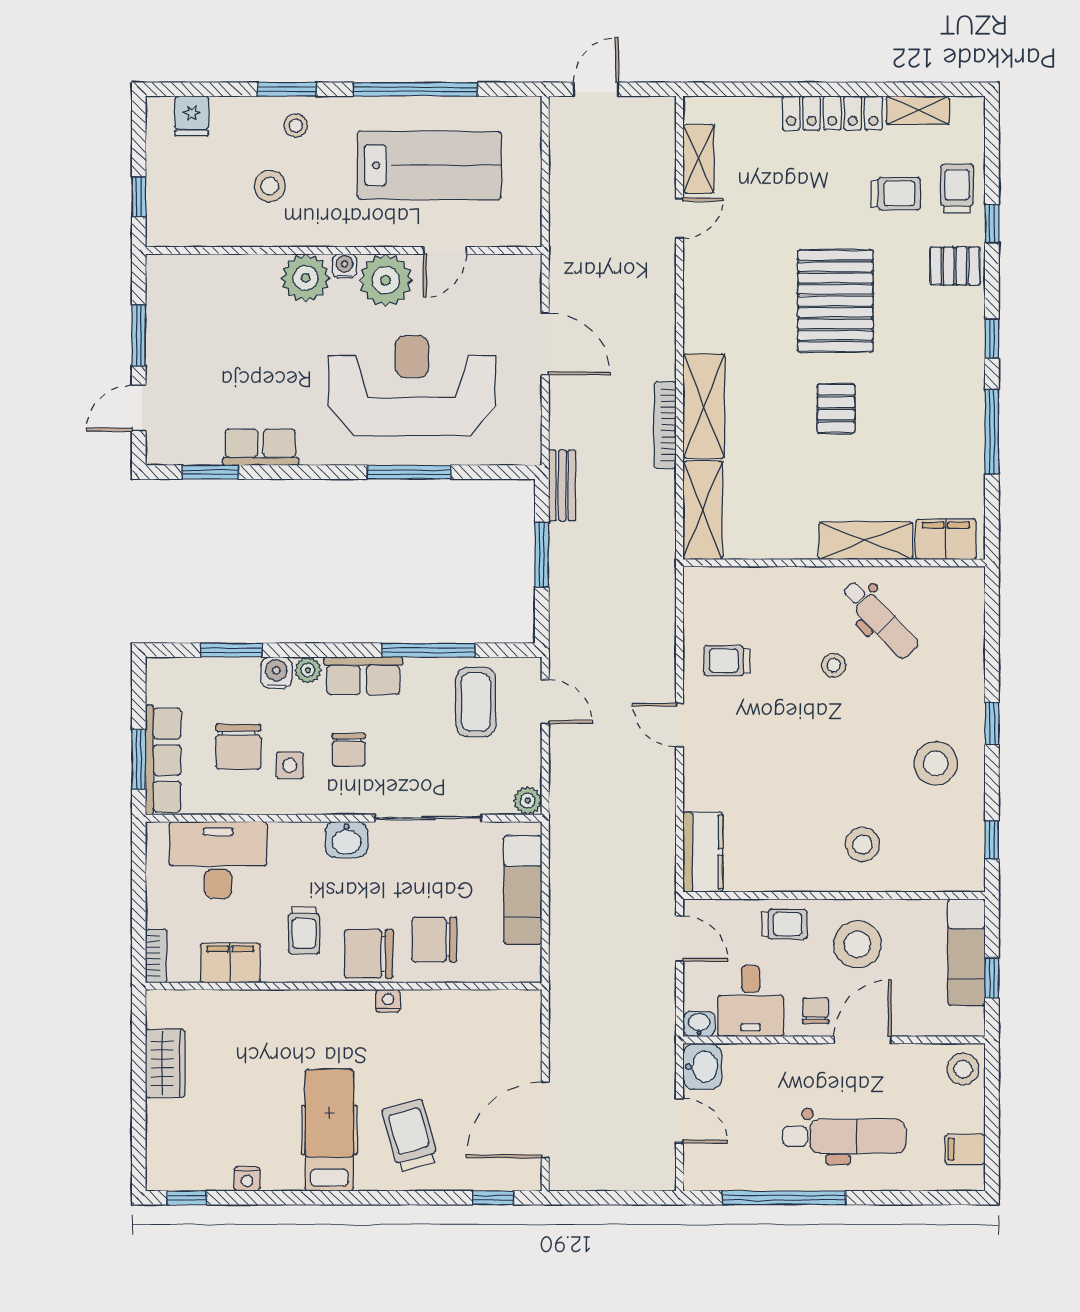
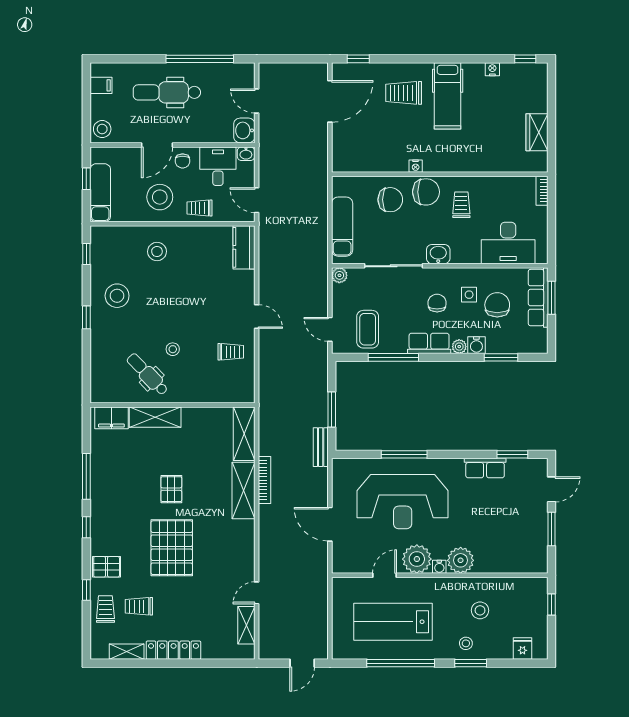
trolley: (957, 188) -> (105, 609), turned 180
filing cabinet: (230, 963) -> (502, 187), removed
trolley: (410, 1135) -> (404, 93), turned 105

